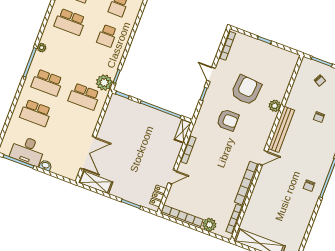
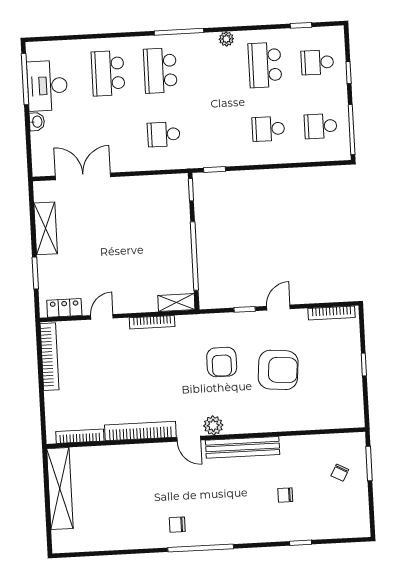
plant: (42, 48) -> (226, 39), moved
plant: (104, 83) -> (197, 155), removed
school desk: (84, 97) -> (164, 134), width x0.54
plant: (275, 106) -> (213, 425), moved
double door: (88, 153) -> (83, 176), swing flipped
door: (172, 177) -> (102, 317), swing flipped
shelving: (96, 182) -> (46, 228), moved
plant: (209, 225) -> (55, 402), removed

